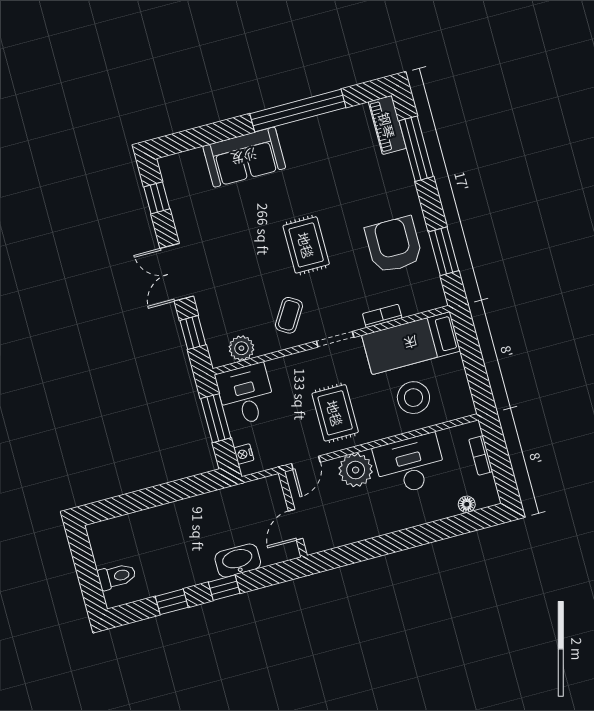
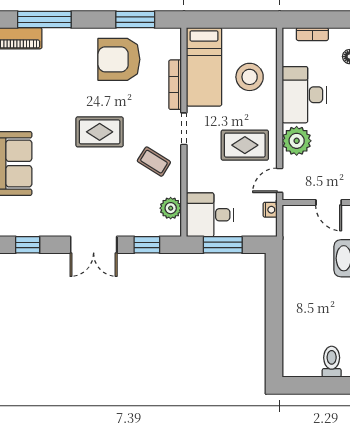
bookcase: (382, 316) -> (175, 85), width x1.56
nightstand: (244, 454) -> (270, 210), moved, turned -90
door: (306, 463) -> (280, 180), swing flipped

